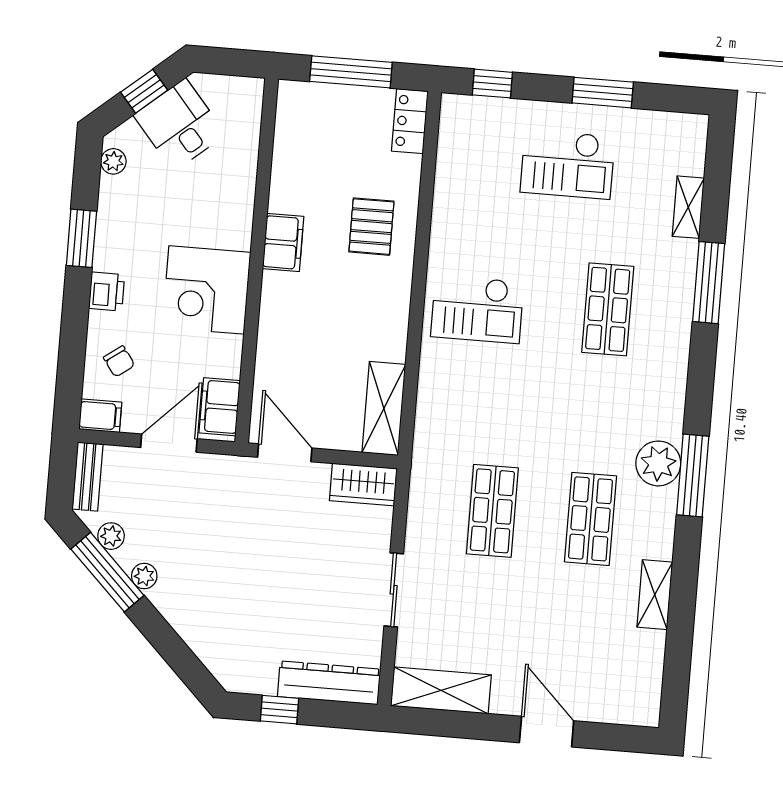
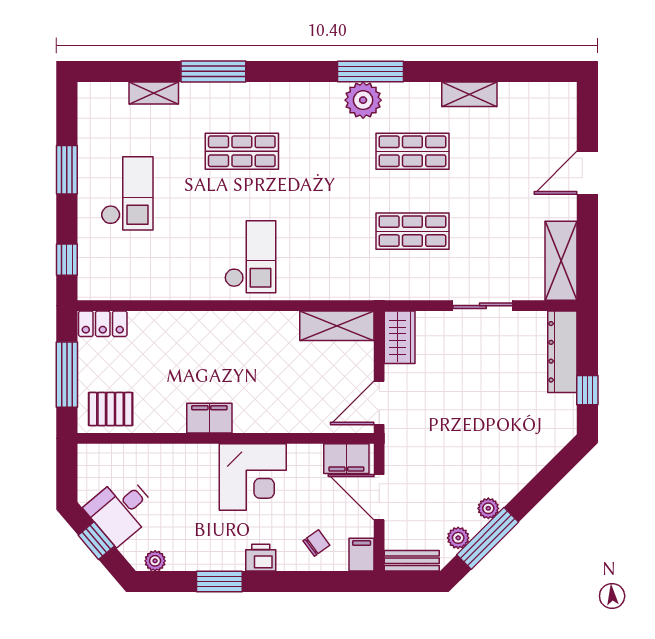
pallet: (371, 227) -> (111, 409), moved

